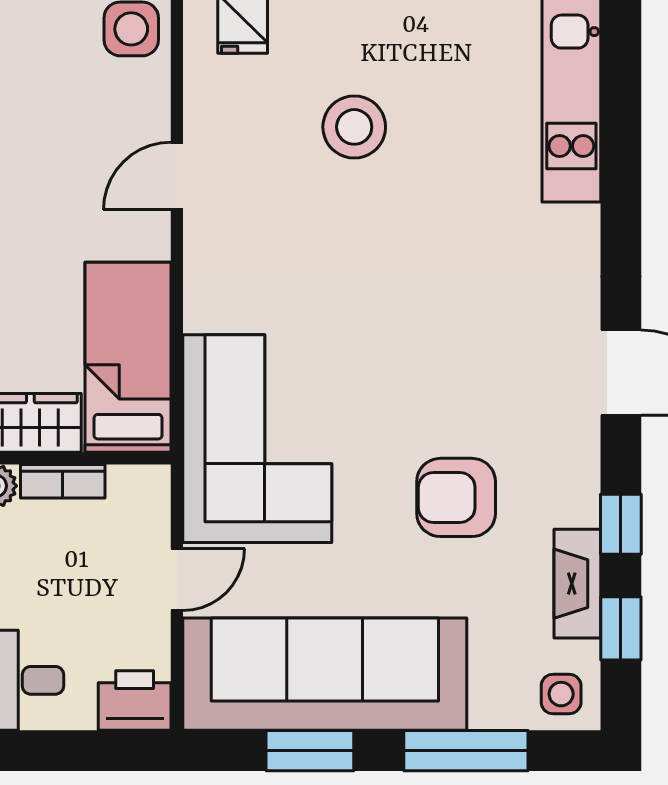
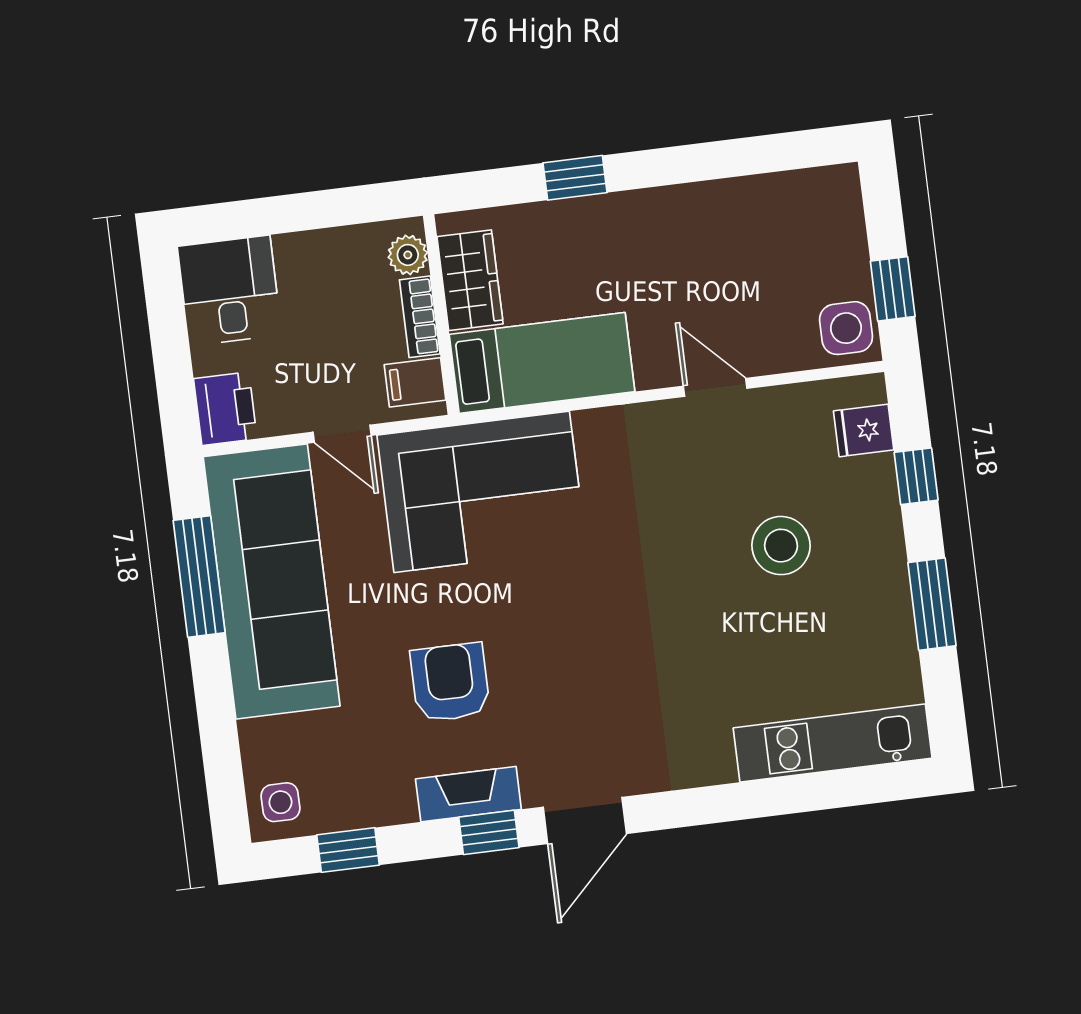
filing cabinet: (132, 495) -> (415, 382), added
window: (621, 524) -> (489, 832), moved
fireplace: (577, 584) -> (468, 794), moved
window: (310, 751) -> (199, 576), width x1.44
window: (466, 751) -> (217, 721), removed

